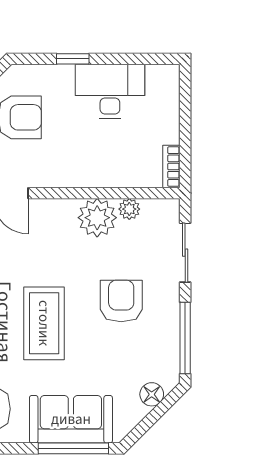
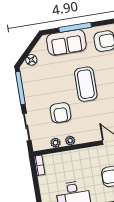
plant: (97, 218) -> (70, 140), width x0.53, depth x0.53
armchair: (121, 301) -> (60, 113), moved
window: (73, 448) -> (75, 27), moved

